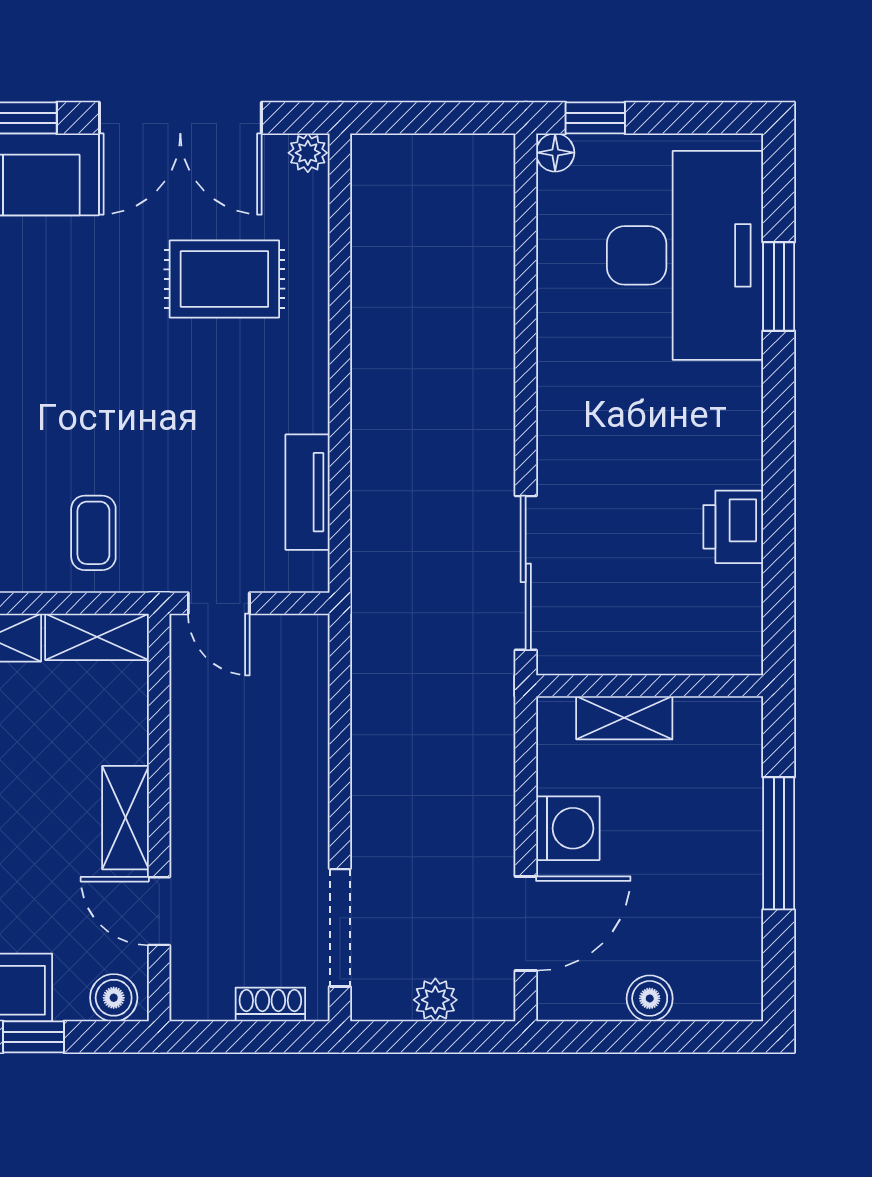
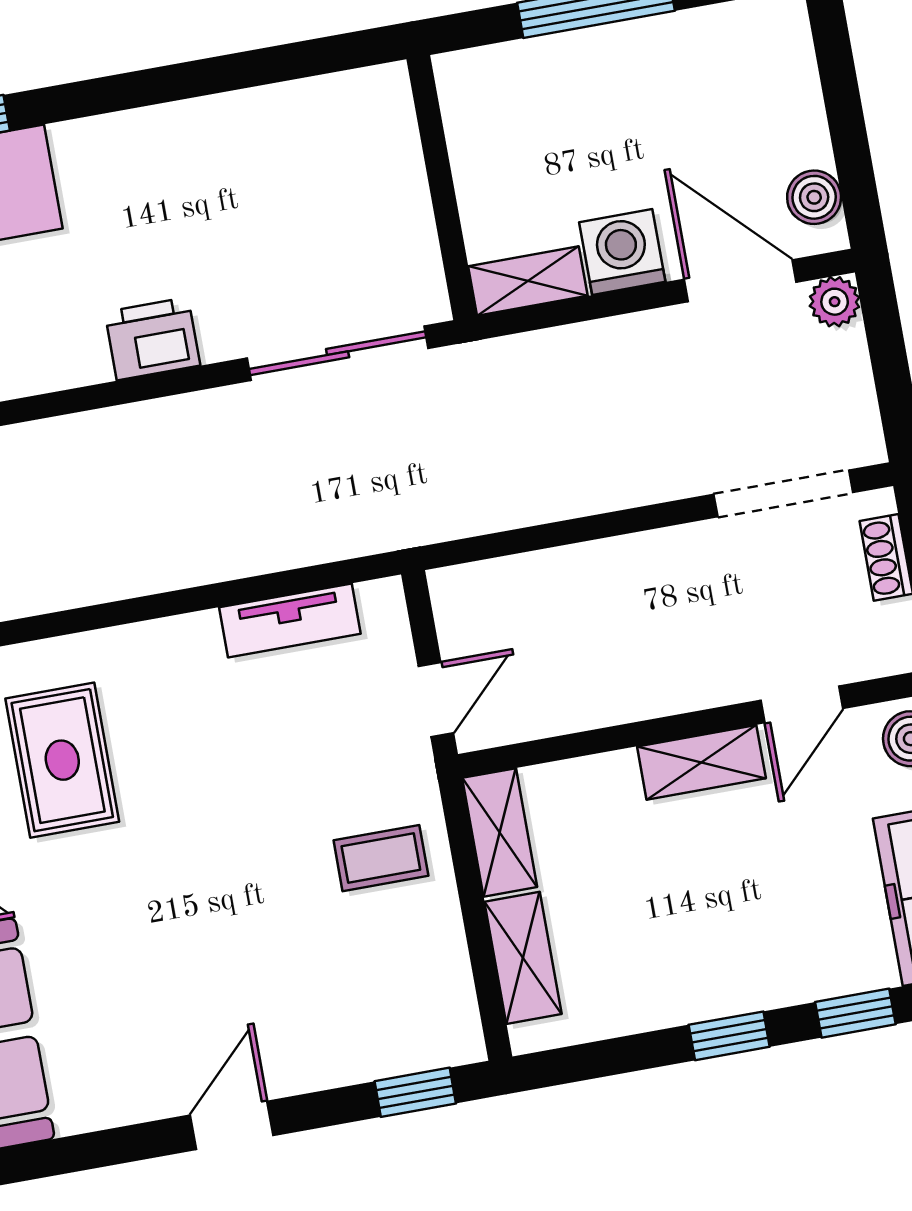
printer: (733, 527) -> (152, 339), moved, turned 180
shelving: (624, 718) -> (528, 281), moved, turned 90
boiler: (650, 998) -> (814, 197), moved
plant: (435, 1000) -> (835, 302), moved

